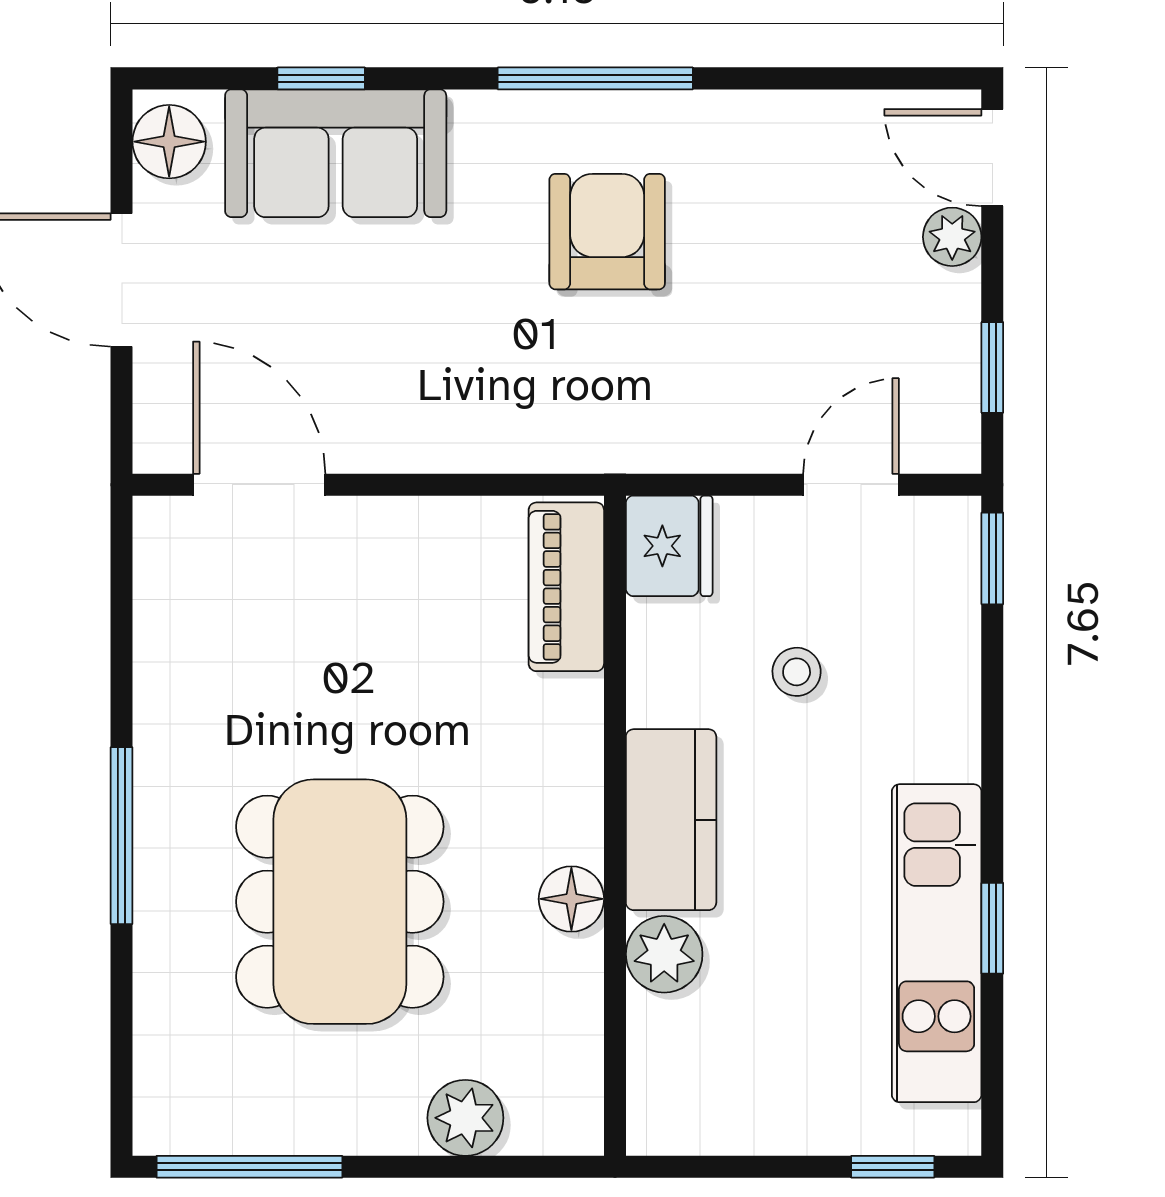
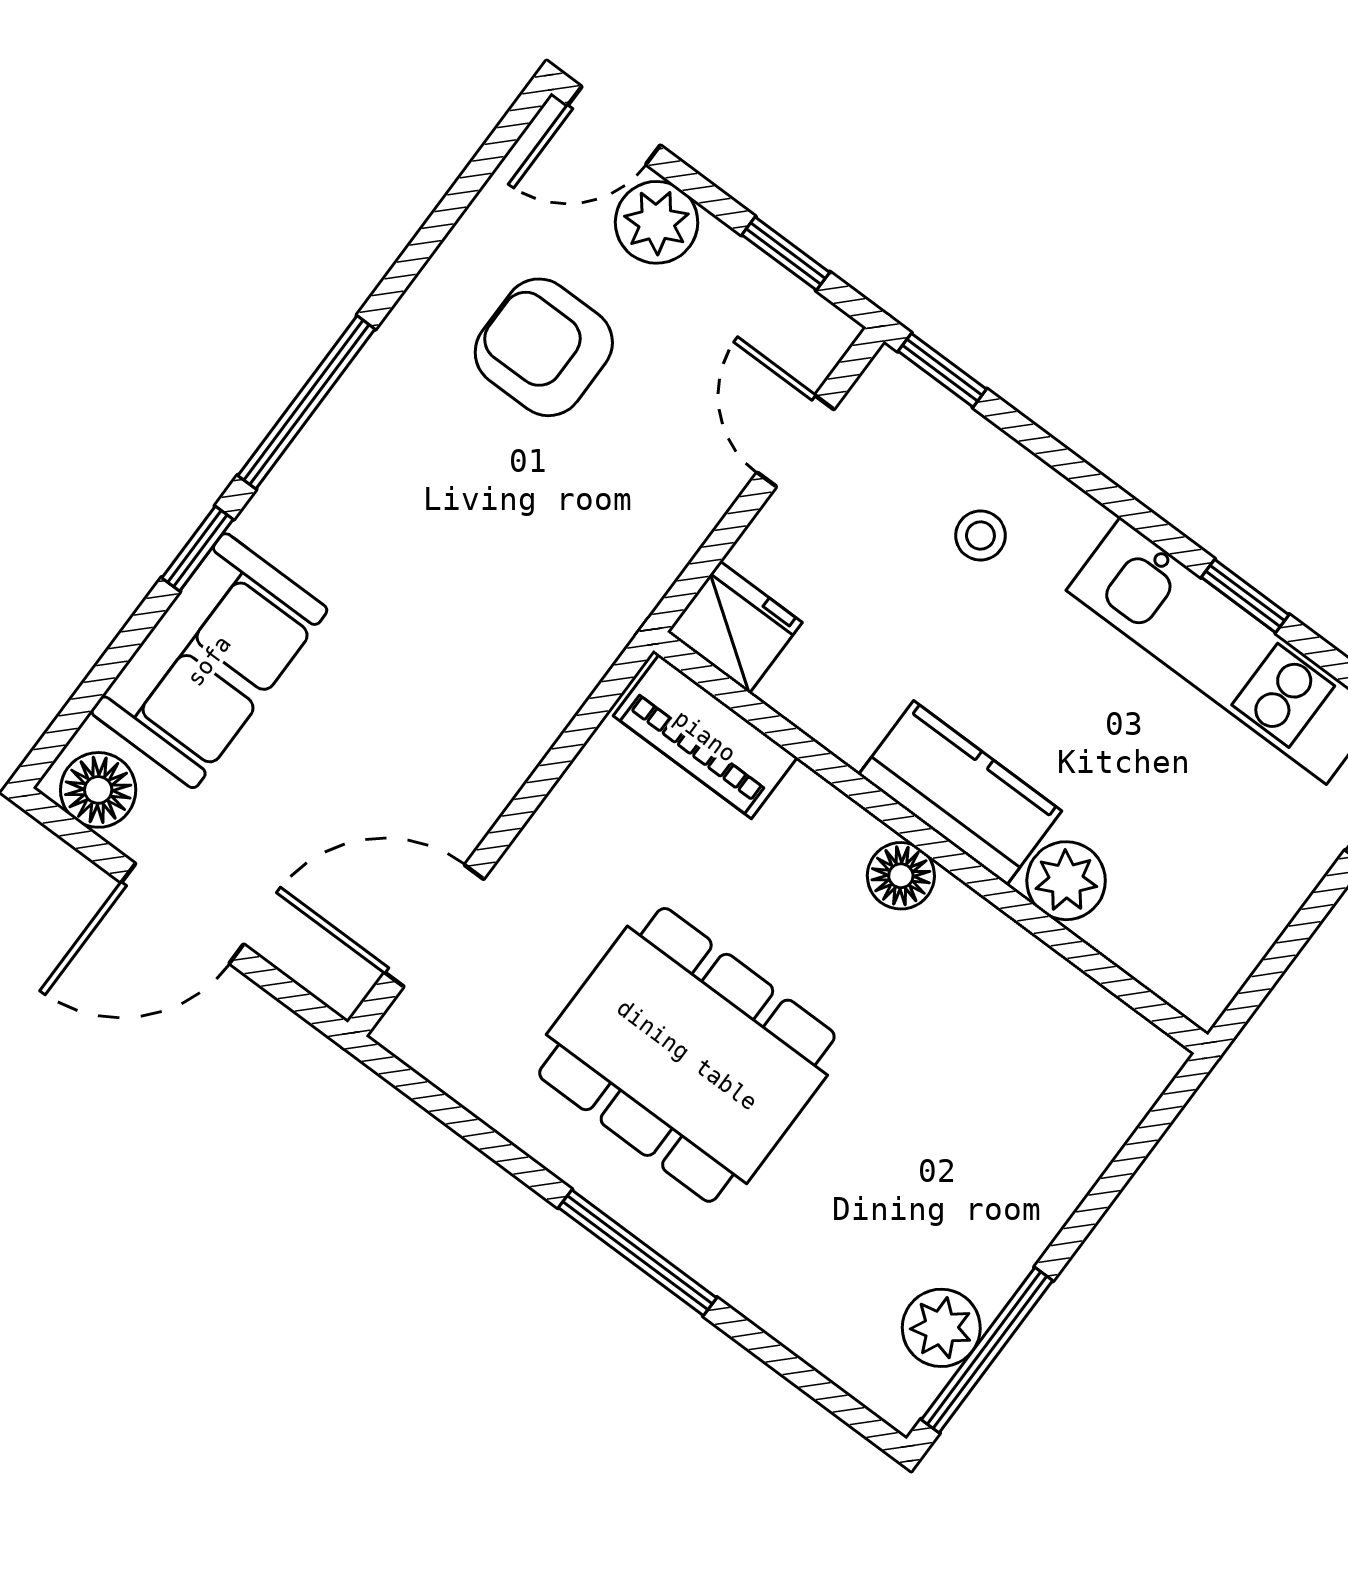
window: (321, 78) -> (197, 549), moved
armchair: (607, 232) -> (544, 347), moved
plant: (952, 237) -> (657, 222), width x1.38, depth x1.38
stool: (797, 672) -> (980, 536), moved
floor lamp: (571, 899) -> (901, 876), moved
dining table: (340, 902) -> (687, 1055), moved
plant: (465, 1118) -> (941, 1328), moved

